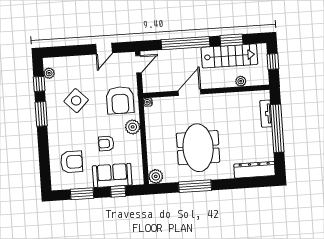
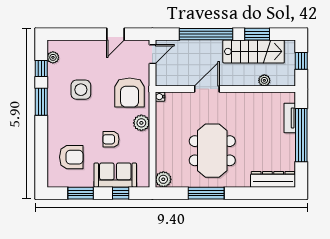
side table: (76, 101) -> (81, 90), turned 45

